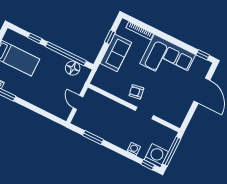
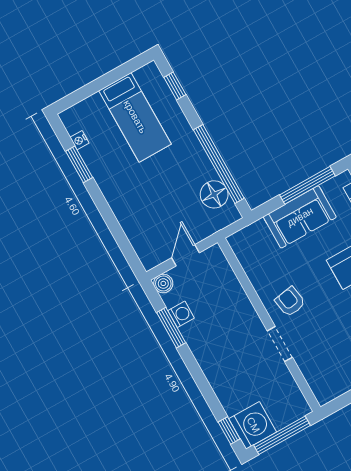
window: (110, 37) -> (307, 185), width x2.17
window: (35, 38) -> (175, 86), moved
boiler: (77, 121) -> (163, 283), added
washing machine: (134, 149) -> (181, 314), moved

